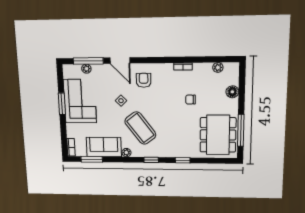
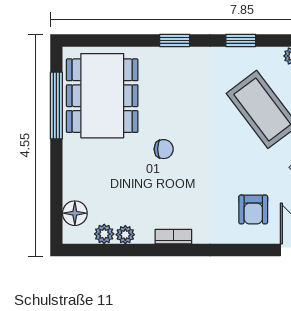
plant: (207, 67) -> (125, 235), added
floor lamp: (232, 92) -> (75, 213), moved
chair: (191, 100) -> (164, 149), moved

